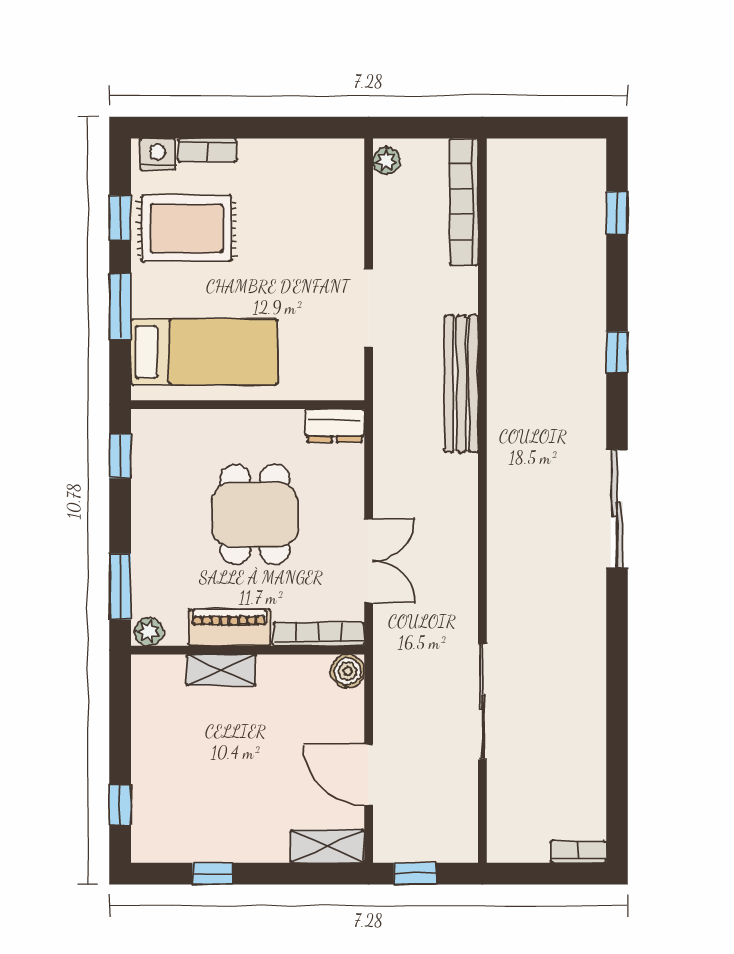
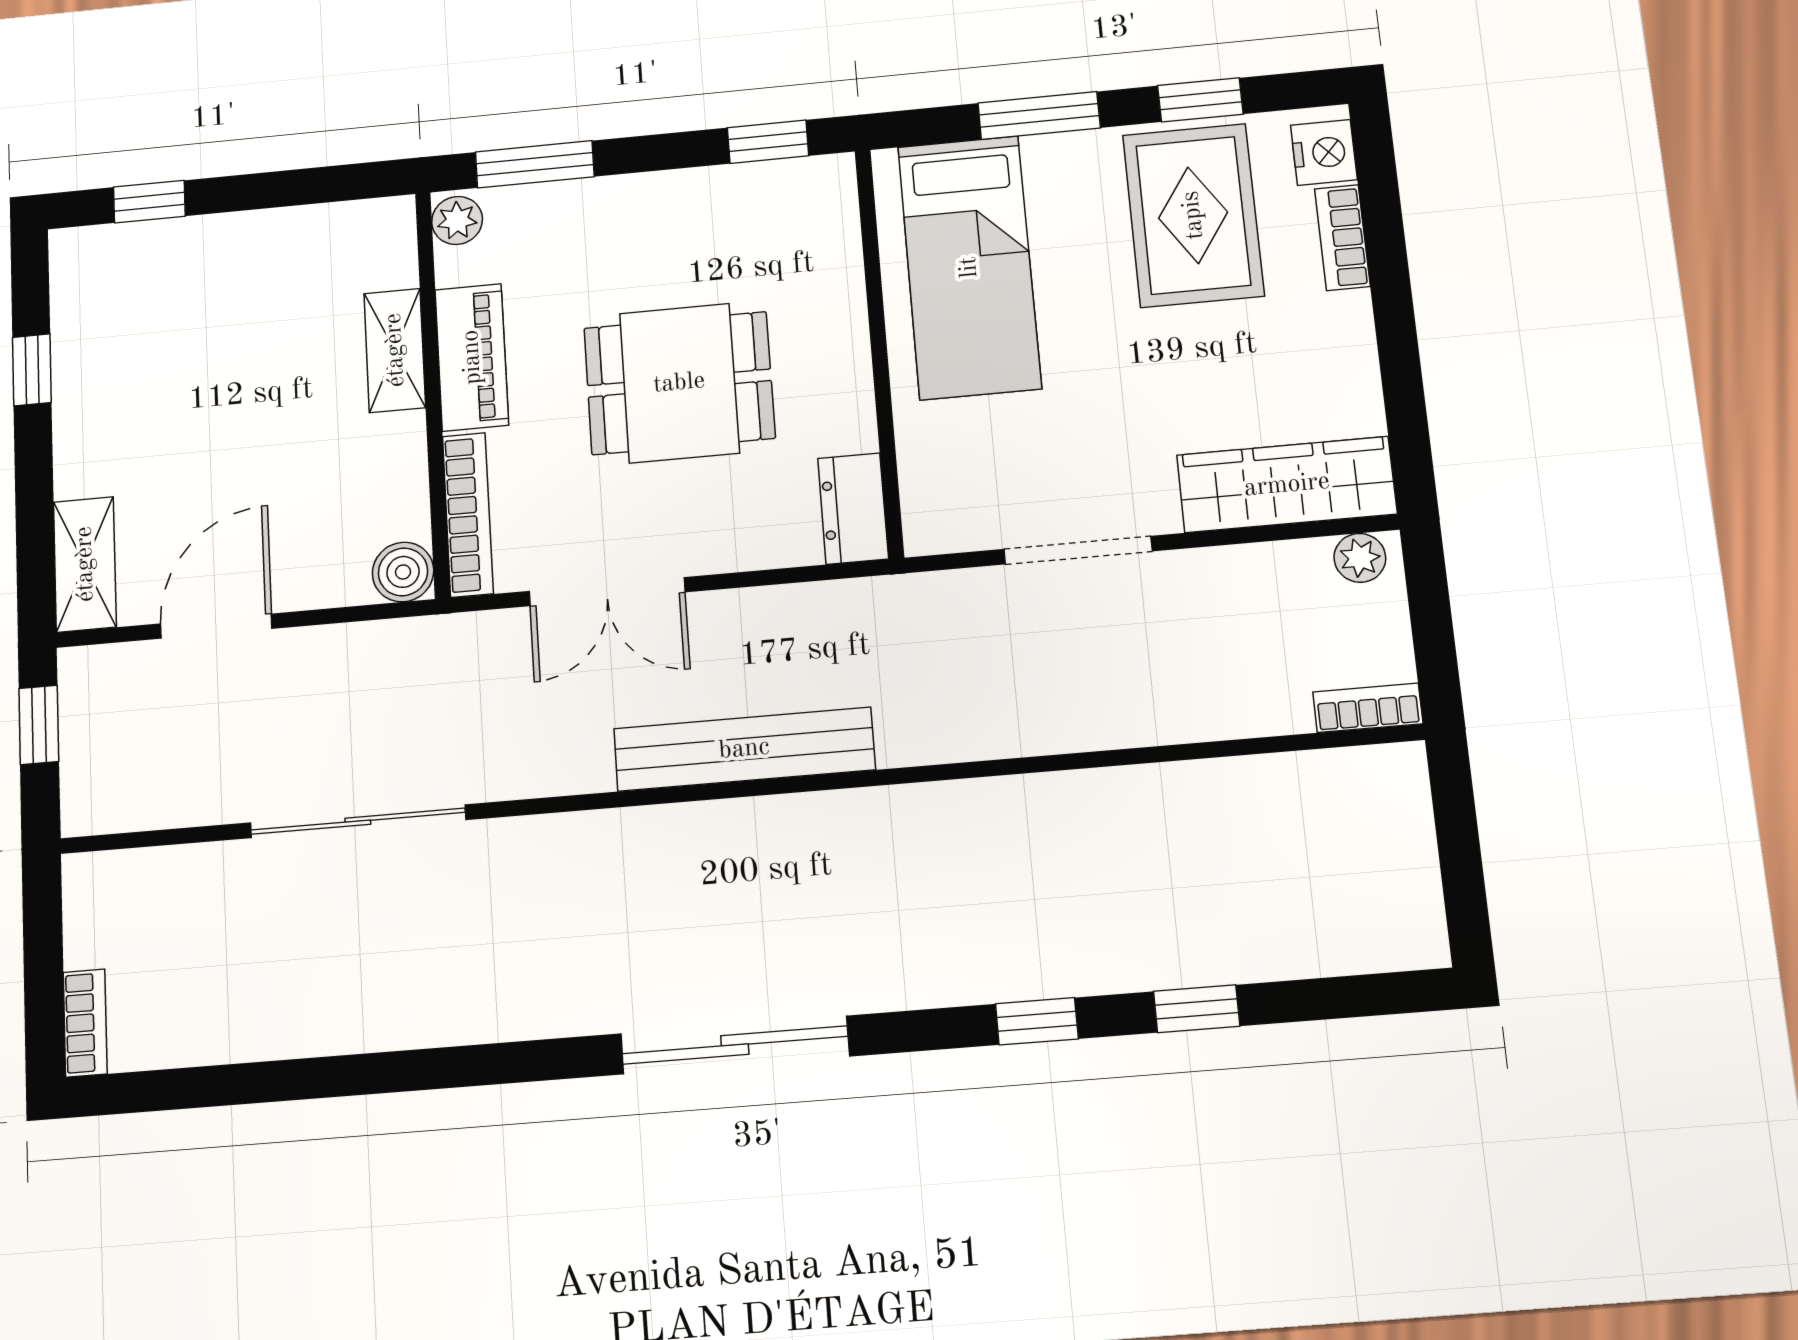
wardrobe: (343, 195) -> (1287, 485), added
bookcase: (464, 202) -> (1368, 708), width x0.43, depth x0.76
window: (617, 213) -> (1197, 1009), moved
bench: (461, 384) -> (744, 749), moved

